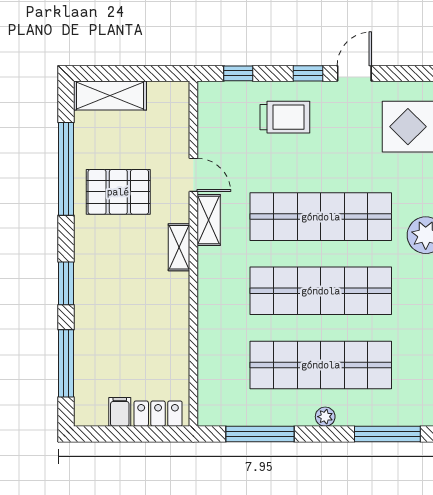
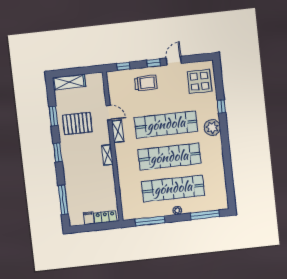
window: (66, 169) -> (53, 116), width x0.47
shelving: (179, 247) -> (107, 155), moved
window: (66, 283) -> (58, 152), moved

